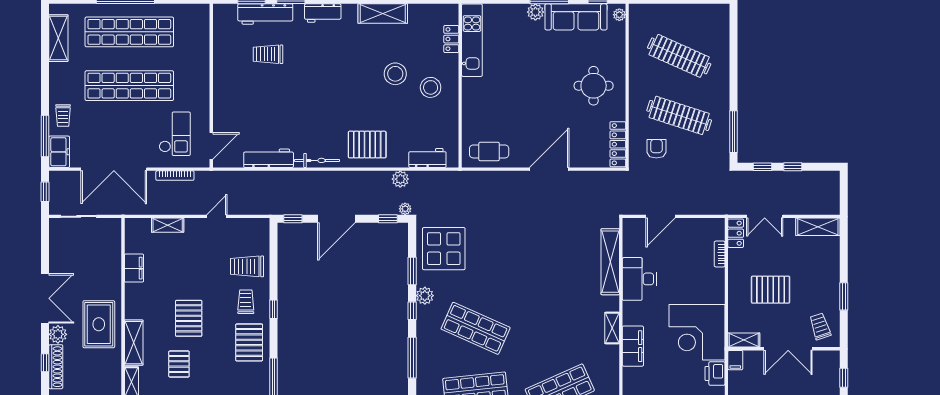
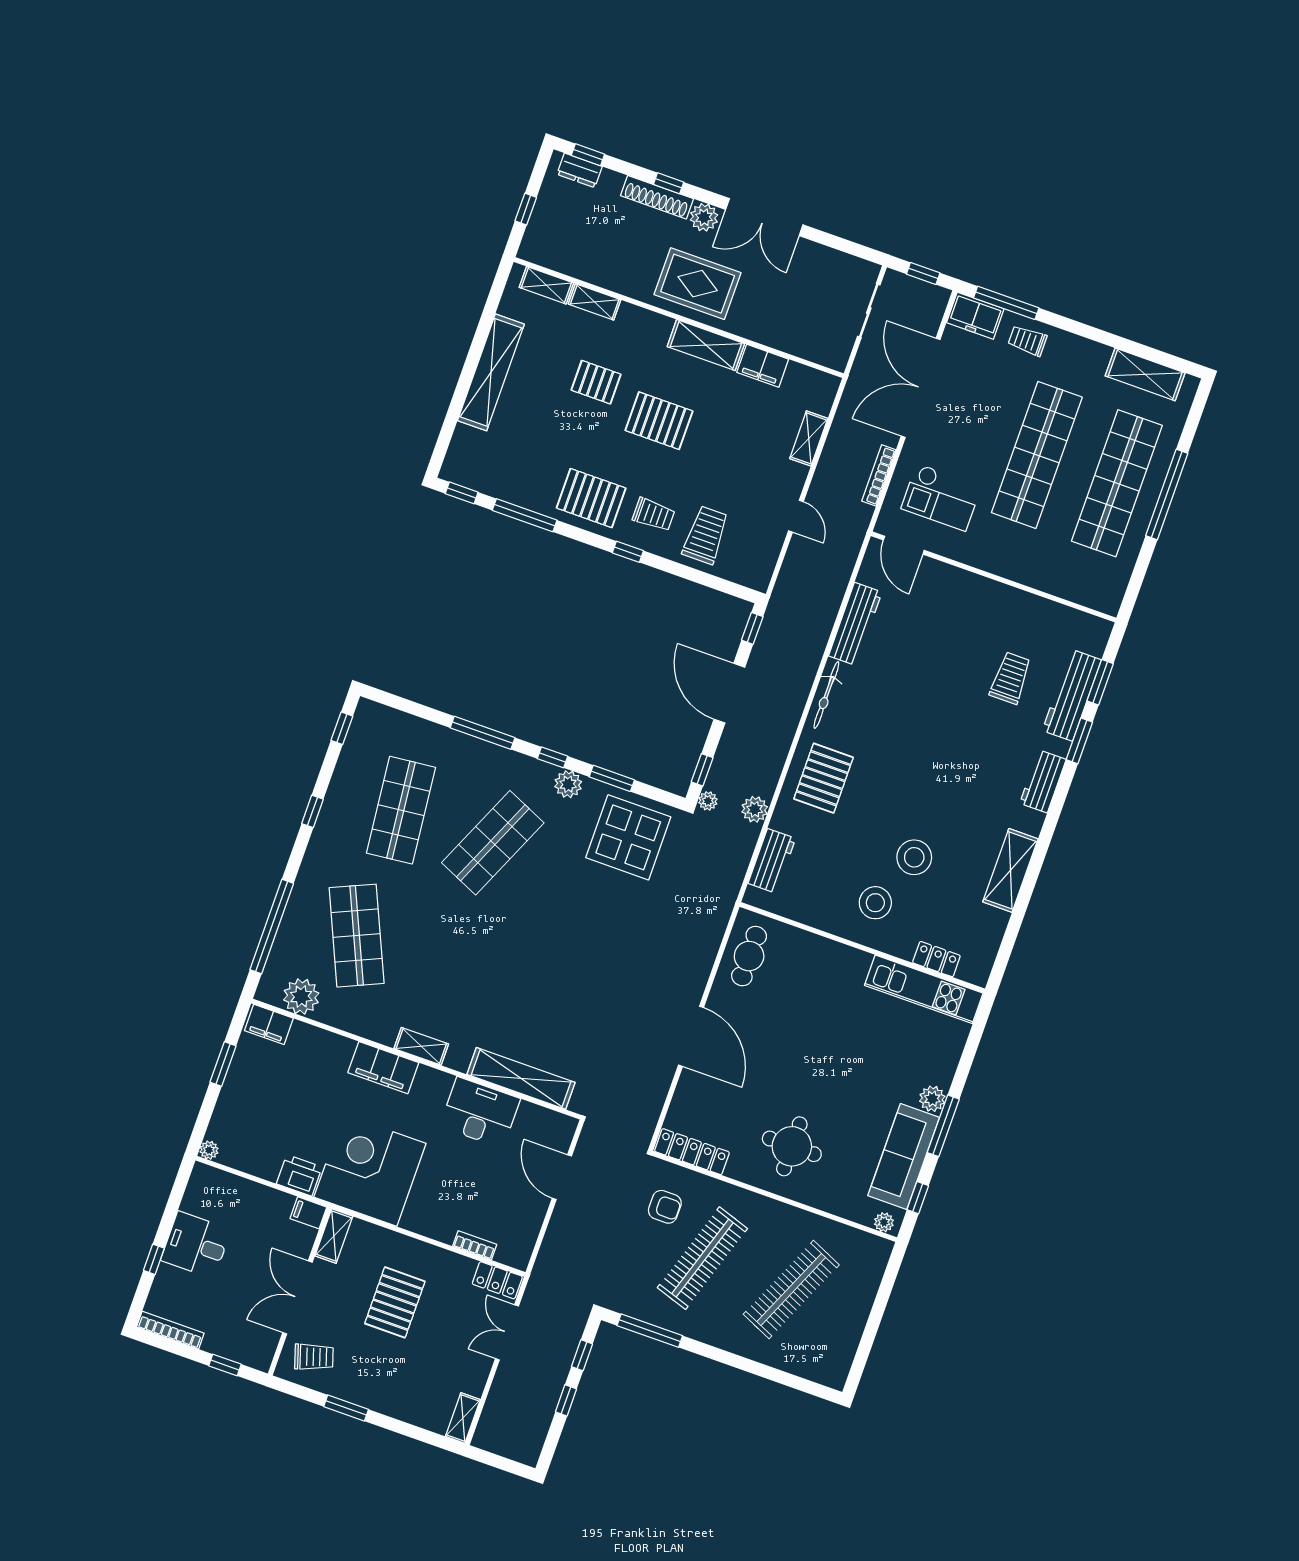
shelving: (818, 227) -> (463, 1418), width x0.67, depth x0.75
shelving: (134, 343) -> (706, 345), moved

